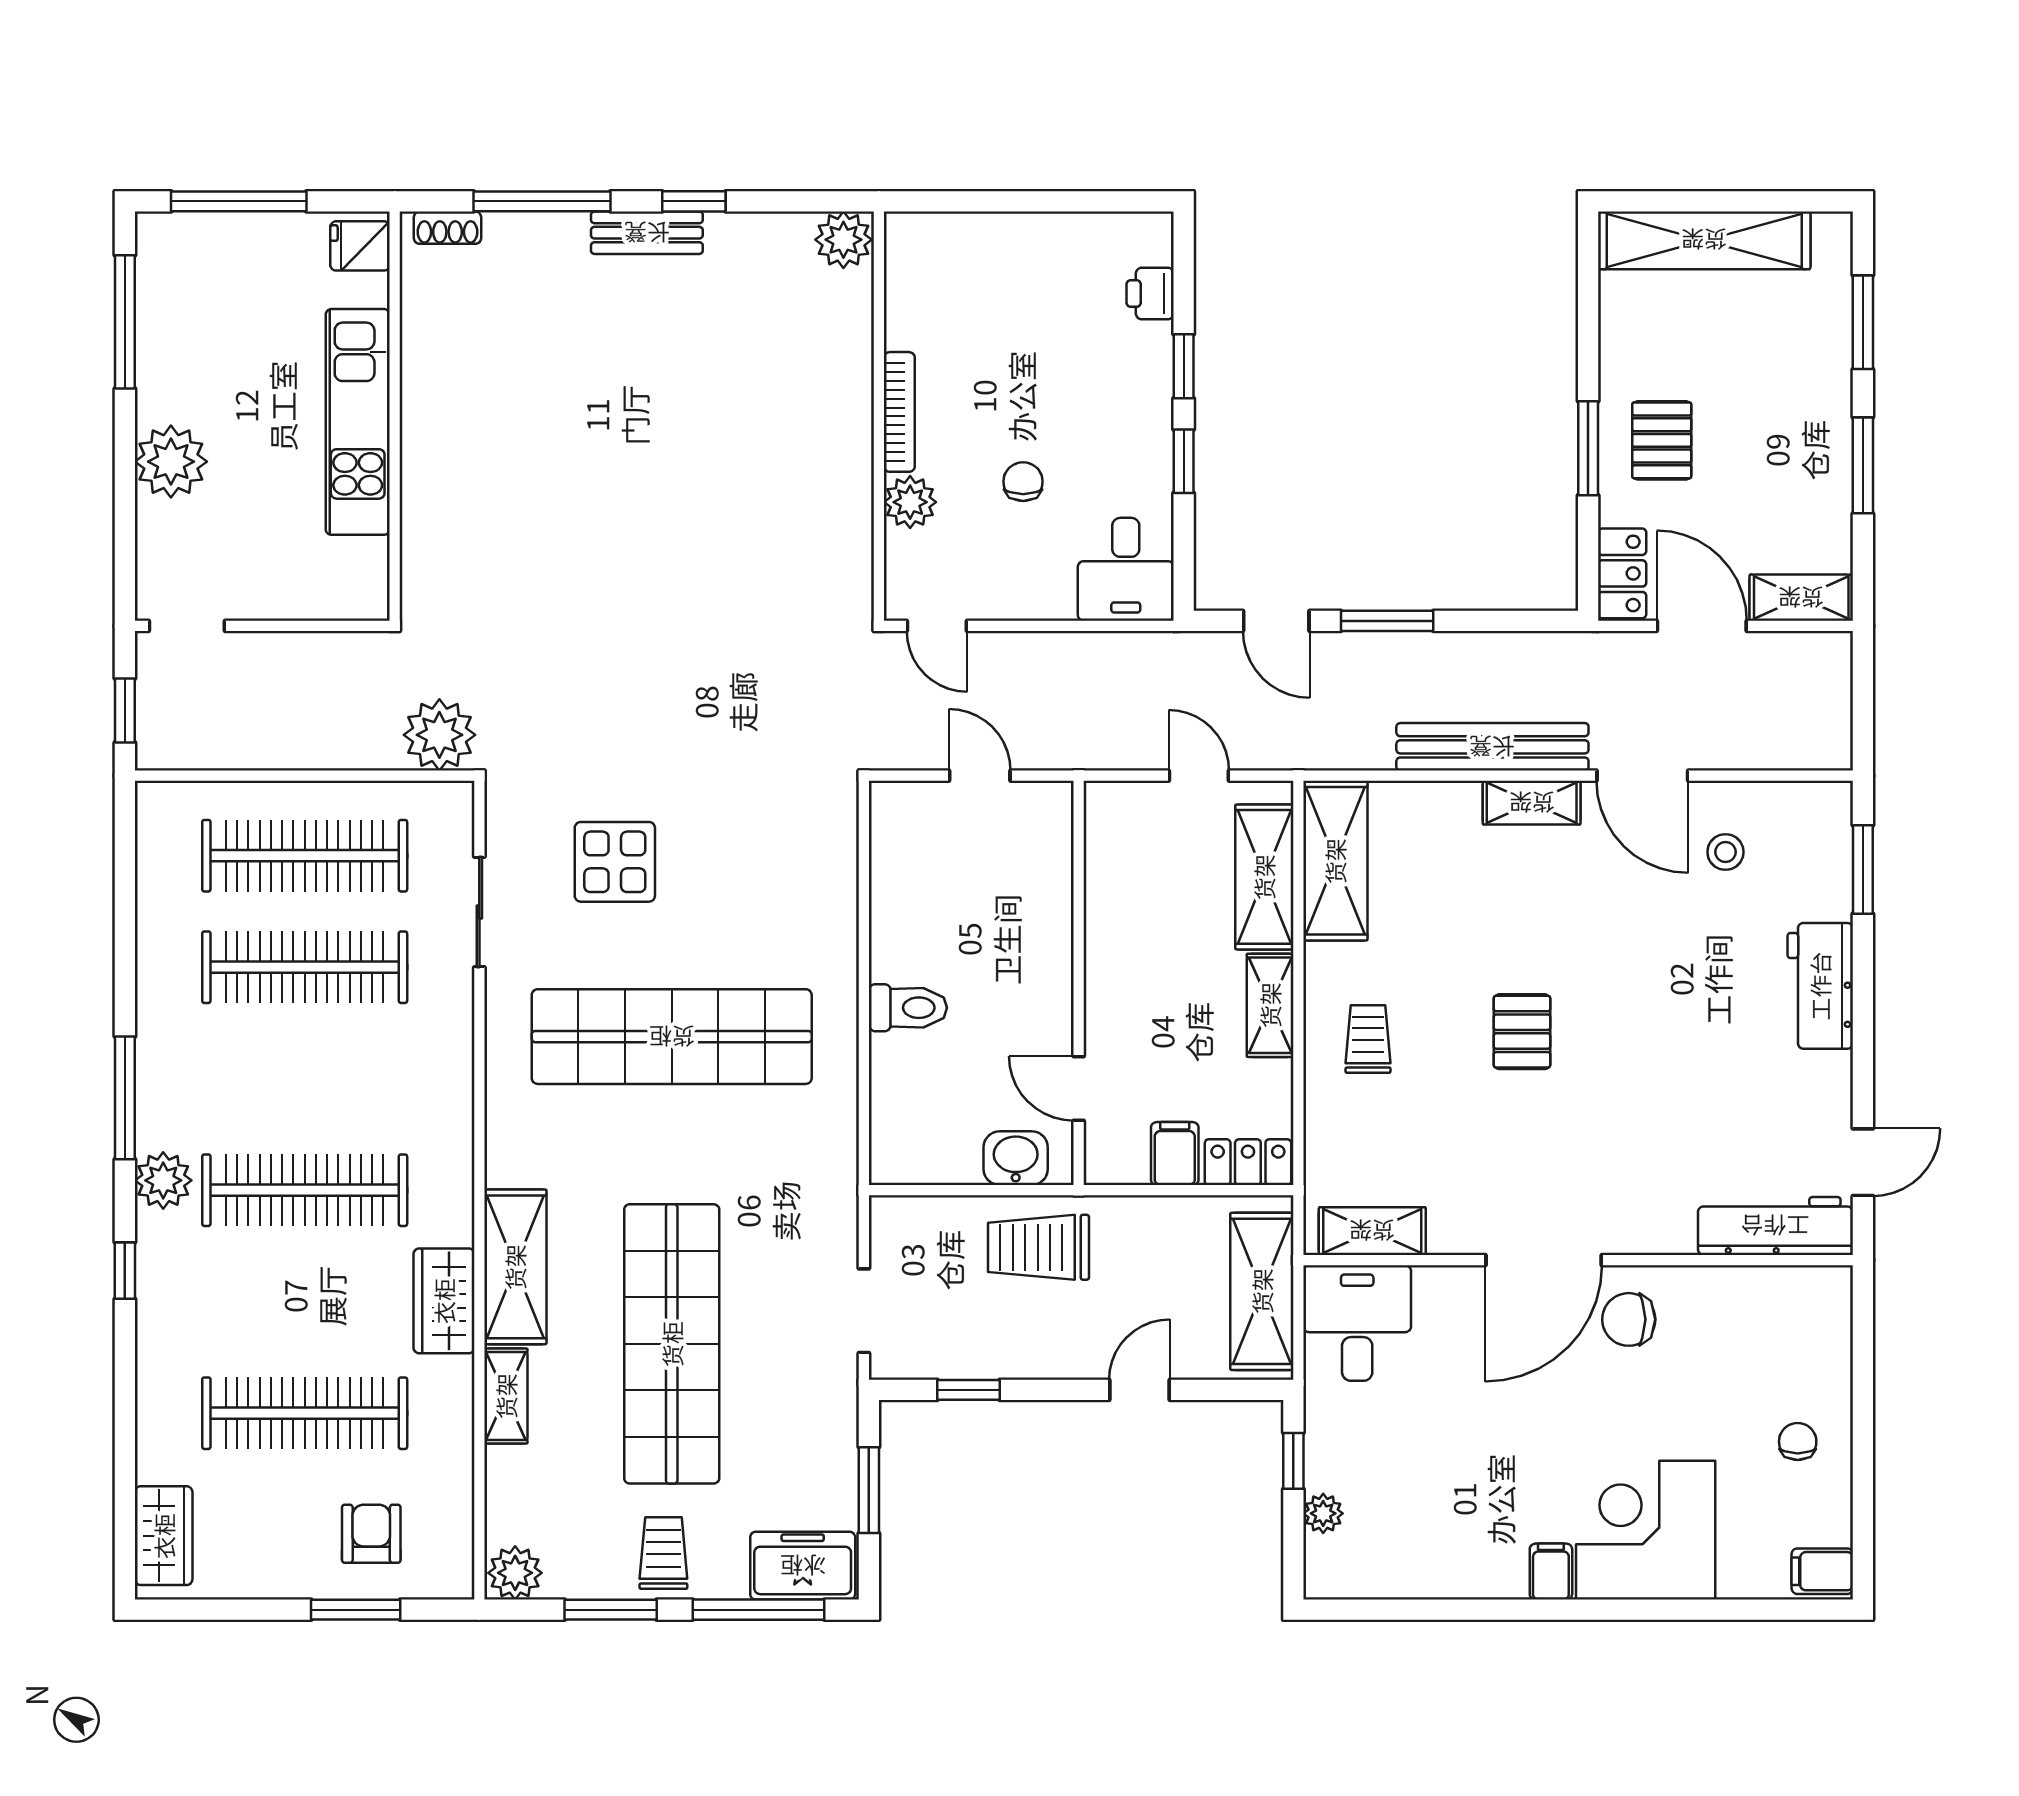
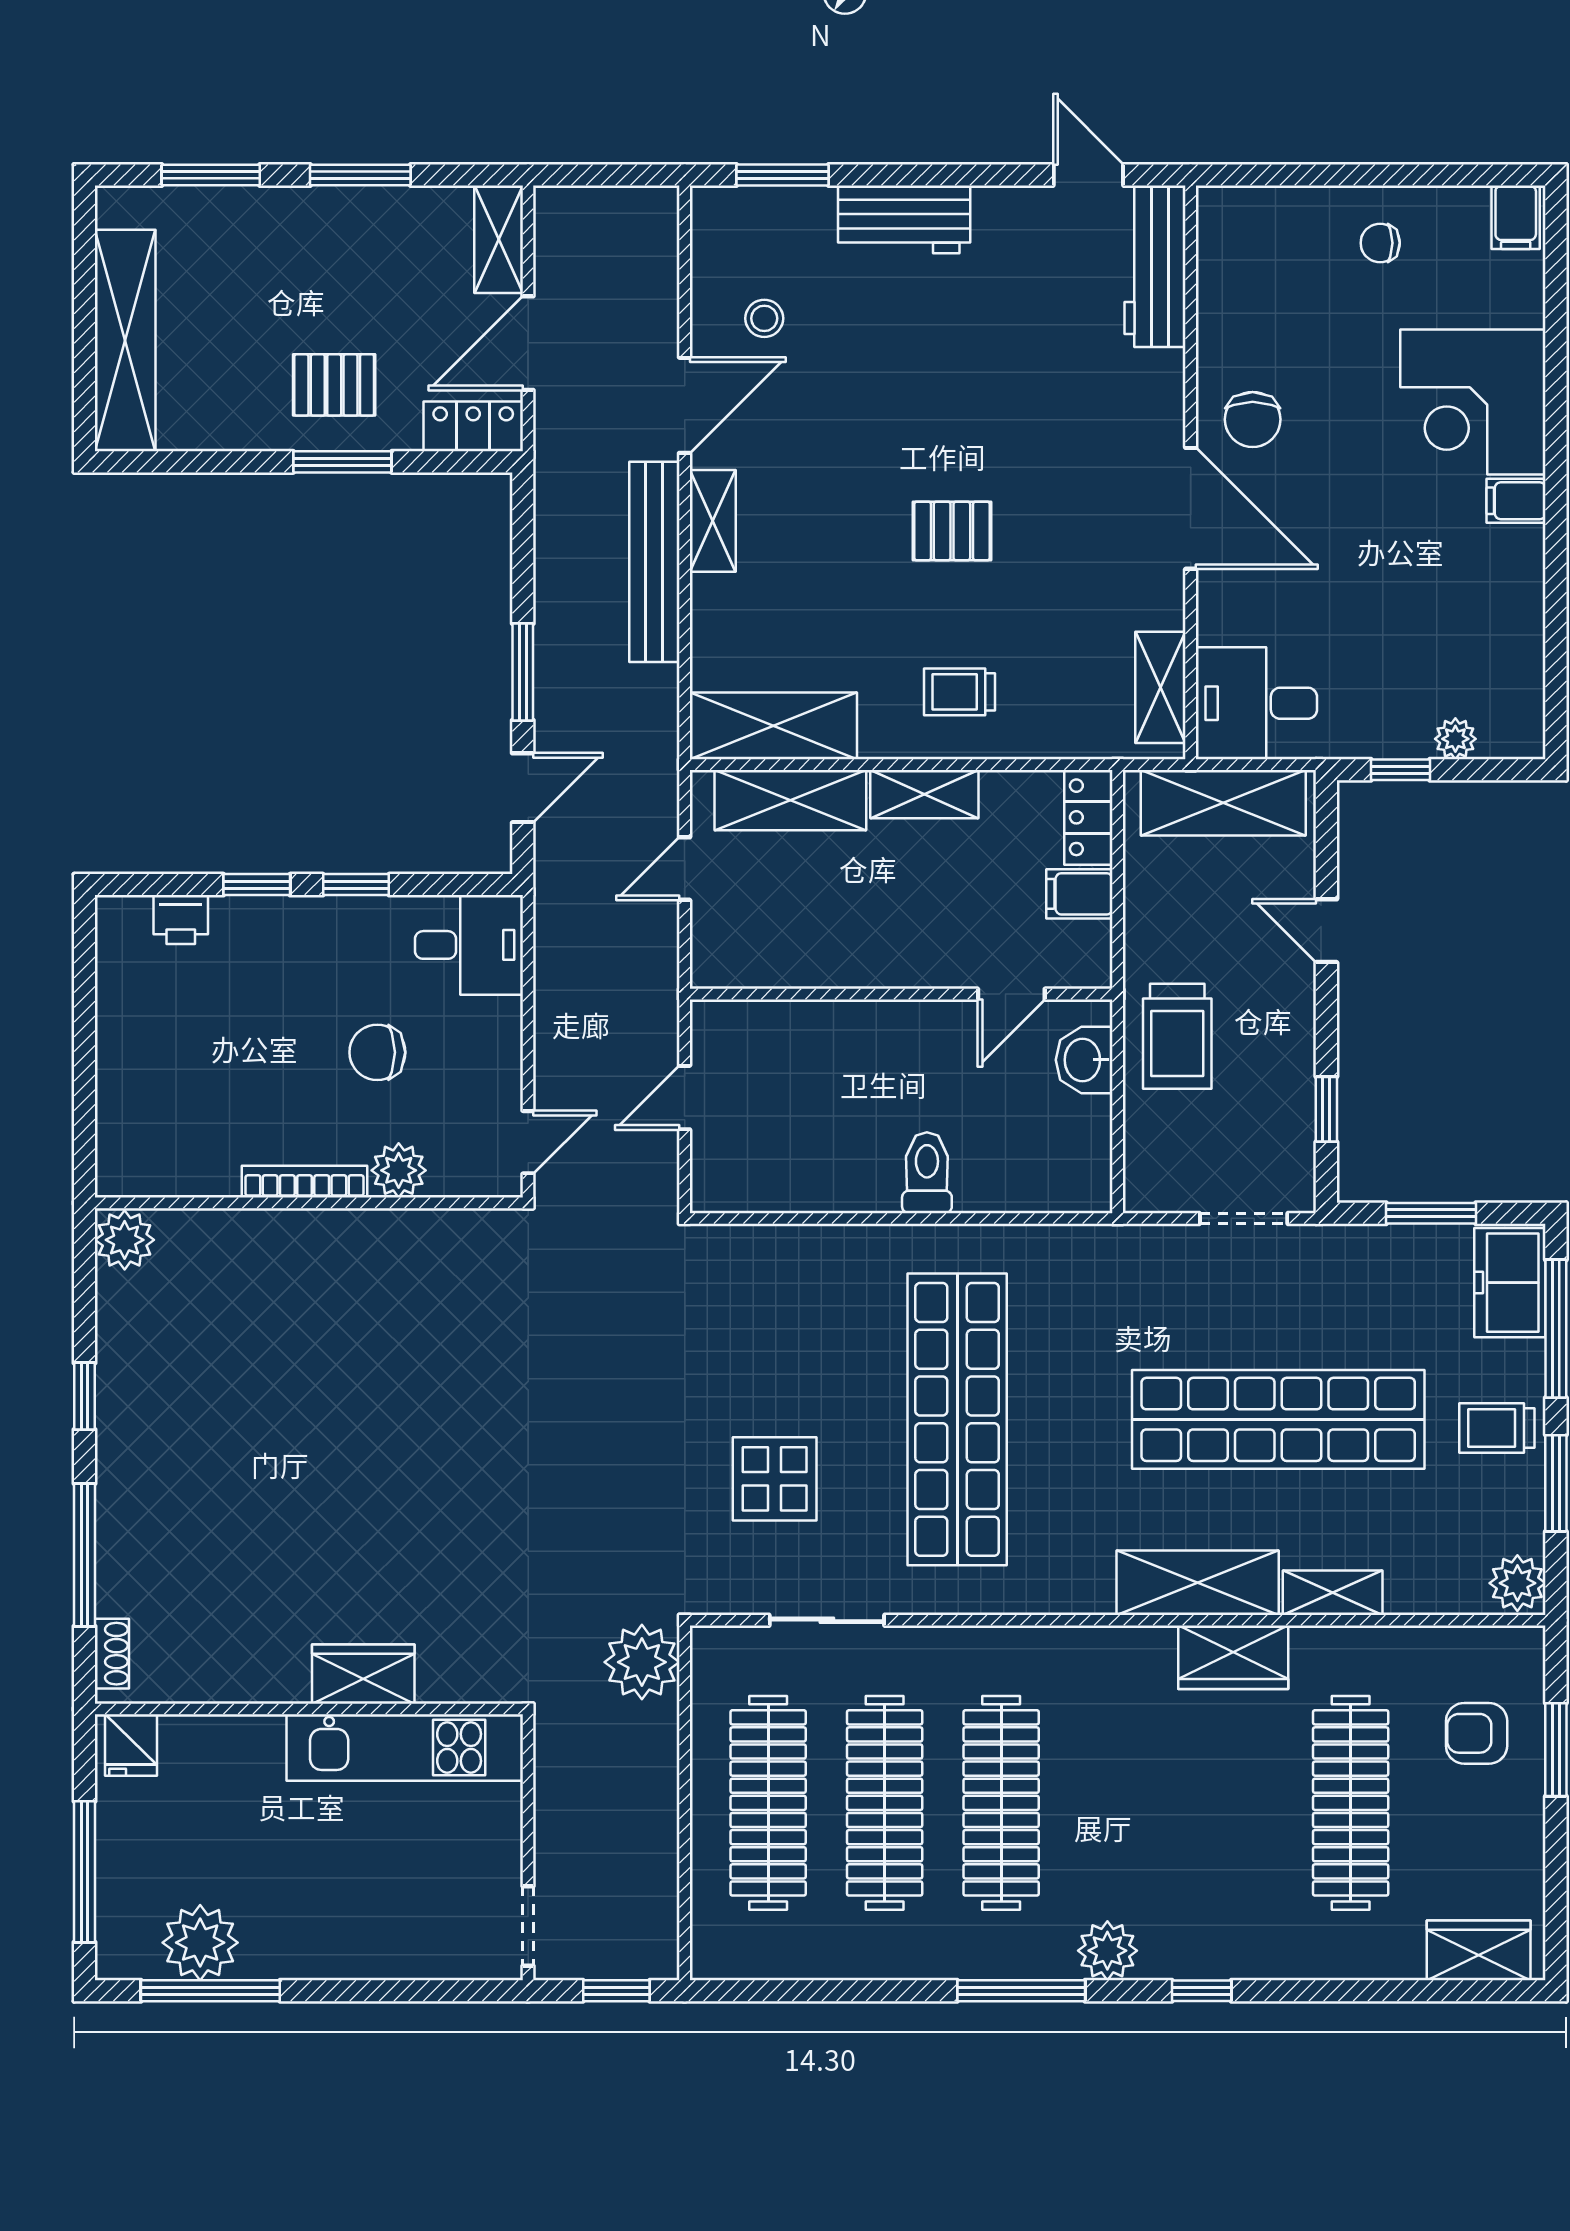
bench: (647, 233) -> (117, 1445), removed
kitchen unit: (358, 422) -> (405, 1747), moved
plant: (171, 462) -> (200, 1943), moved
wardrobe: (428, 468) -> (363, 1674), added
chair: (1023, 482) -> (377, 1052), width x1.37, depth x1.37
clothes rail: (305, 1190) -> (1001, 1803), moved

